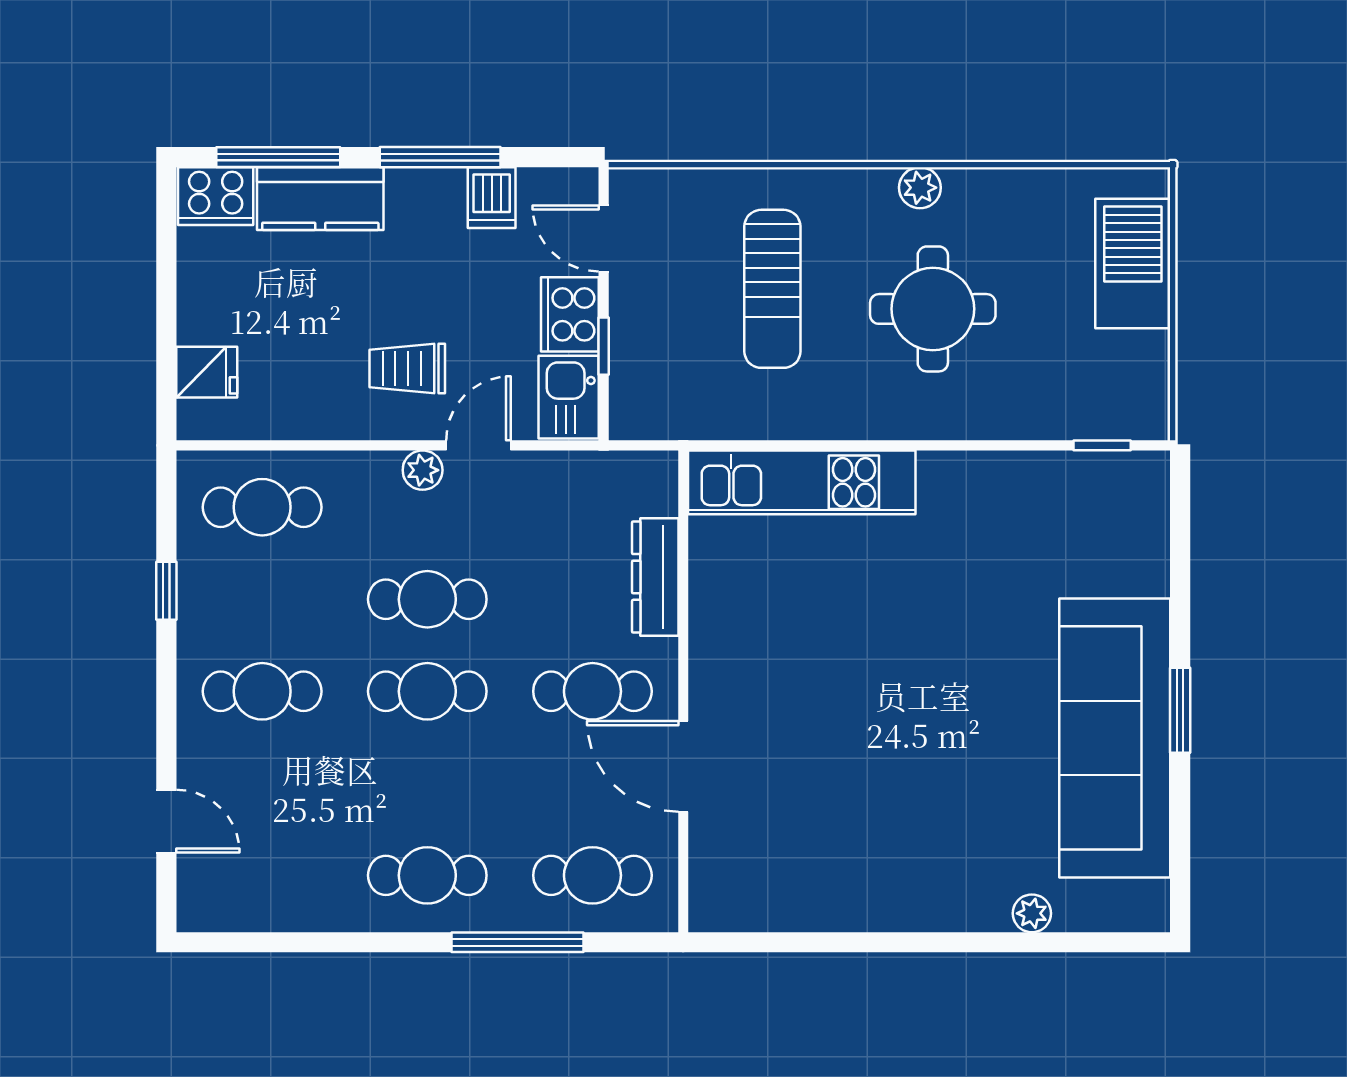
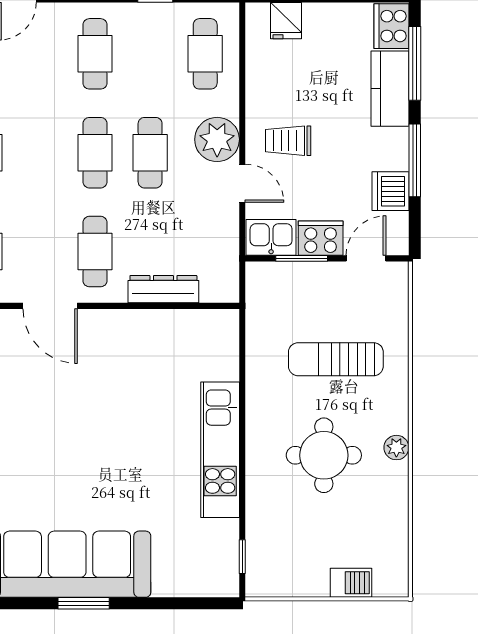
dishwasher: (492, 198) -> (391, 191), width x1.38
barbecue: (1133, 263) -> (351, 583), width x0.53, depth x0.65
window: (604, 346) -> (302, 258), width x1.50
trolley: (407, 369) -> (288, 141), turned -90
plant: (423, 470) -> (217, 139), width x1.88, depth x1.88
kitchen unit: (802, 482) -> (220, 450), moved
door: (683, 766) -> (50, 306), swing flipped

